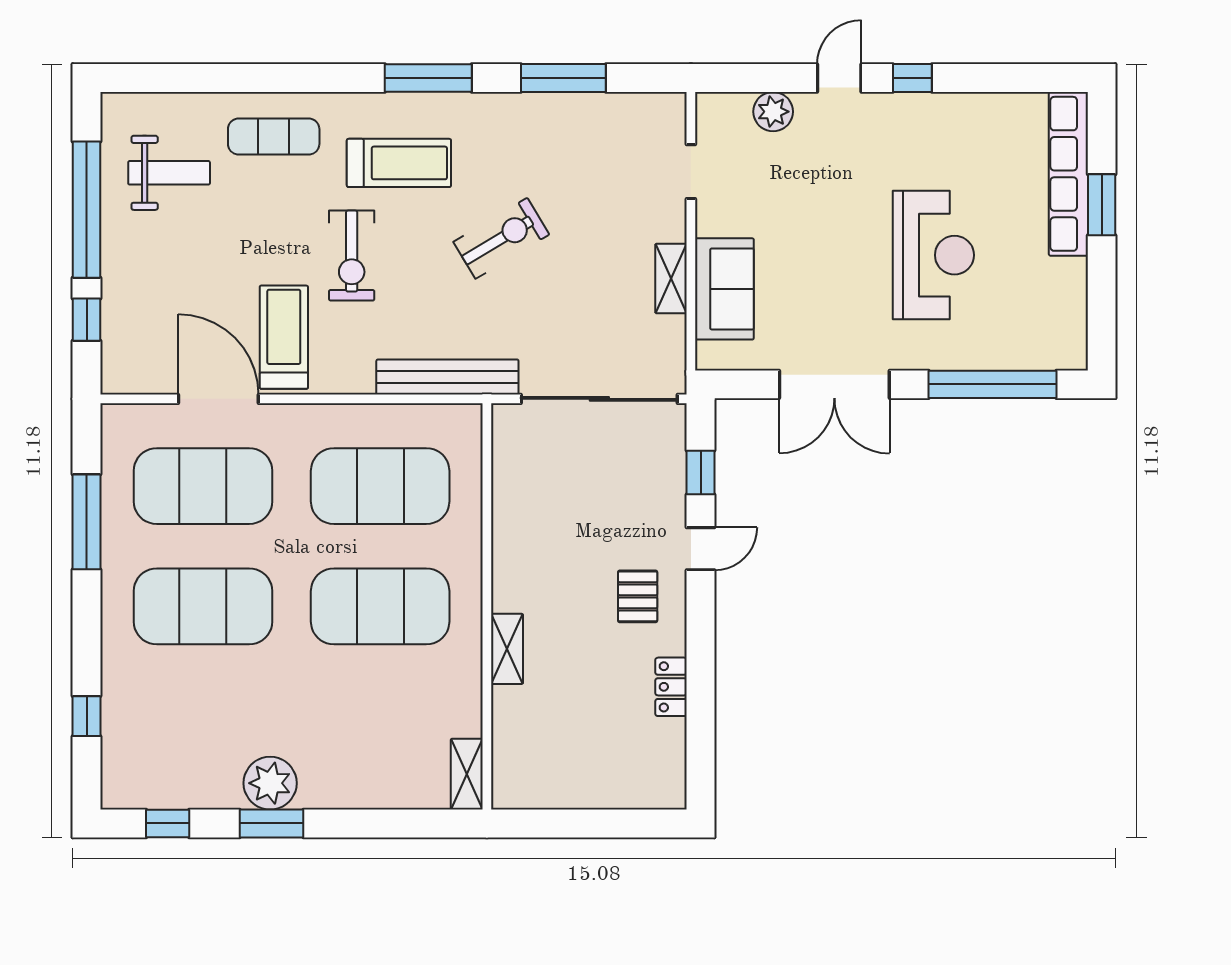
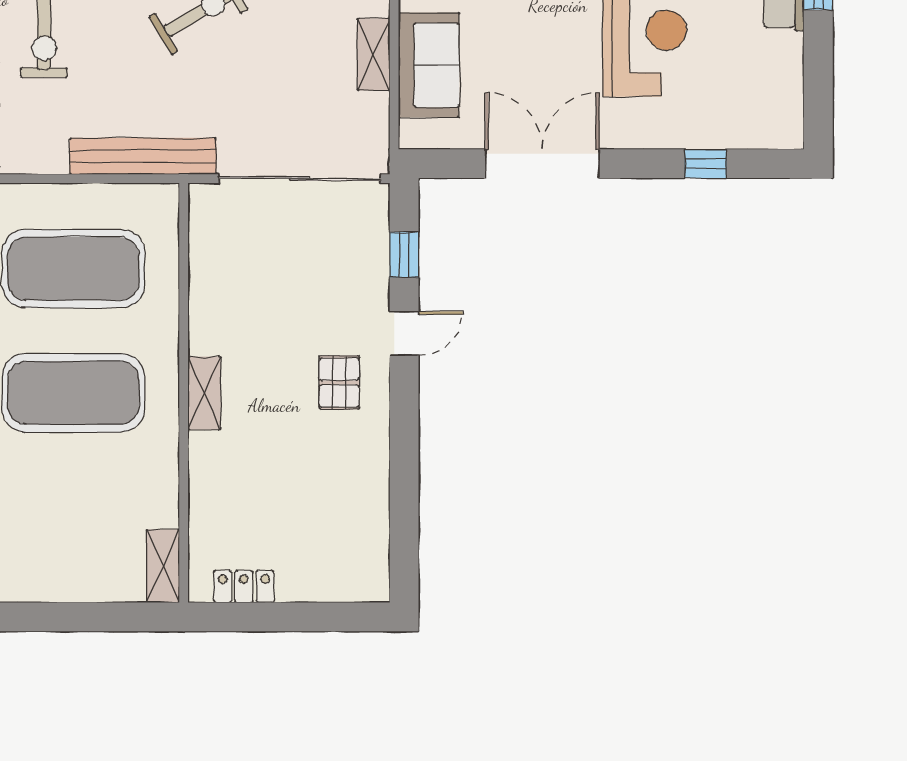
double door: (834, 384) -> (542, 164), swing flipped
window: (993, 384) -> (706, 164), width x0.32
shelving: (507, 649) -> (204, 393), moved
locker: (671, 687) -> (244, 586), moved, turned 90

